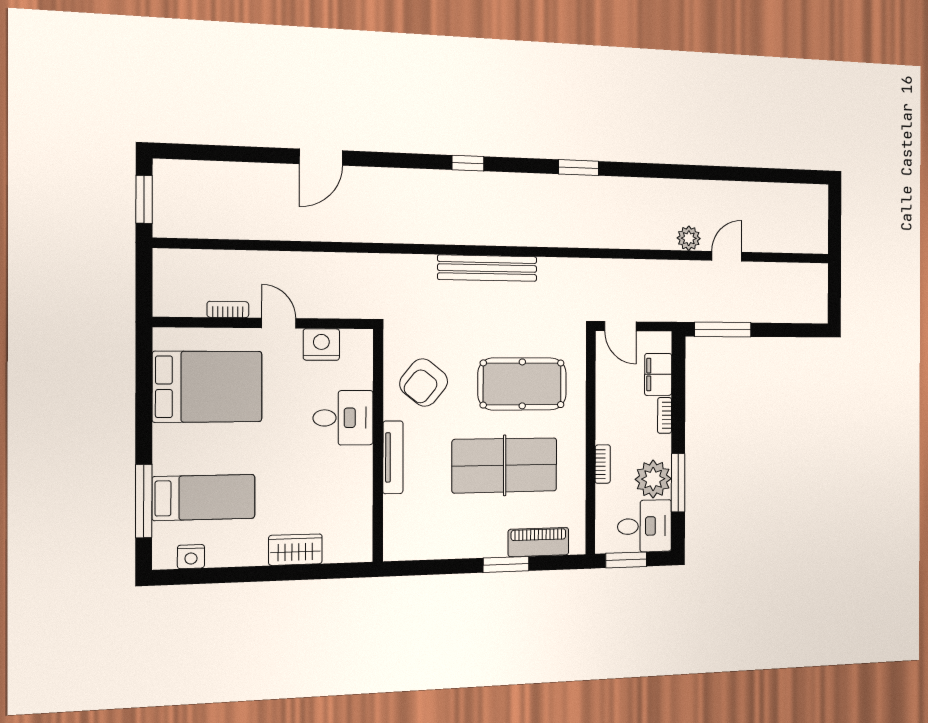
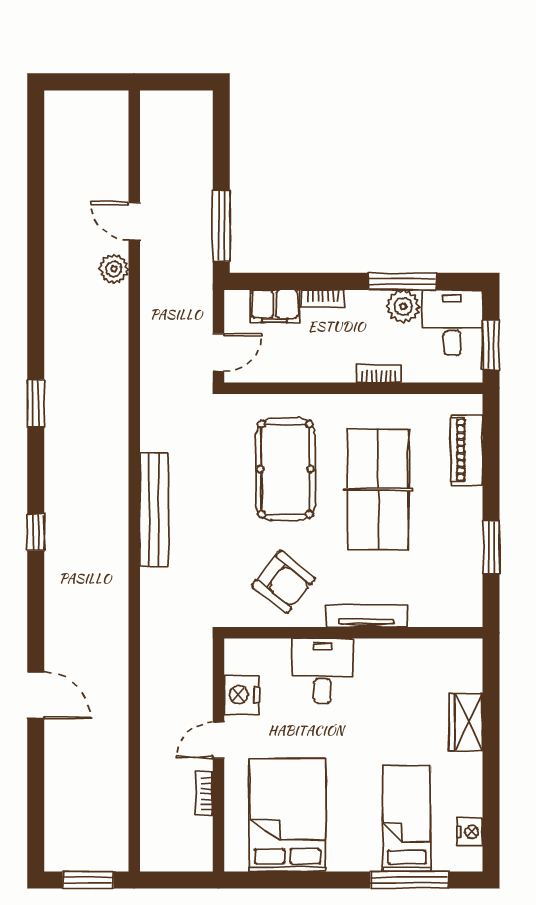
plant: (653, 479) -> (403, 306), width x0.73, depth x0.73
window: (506, 564) -> (491, 547), moved

